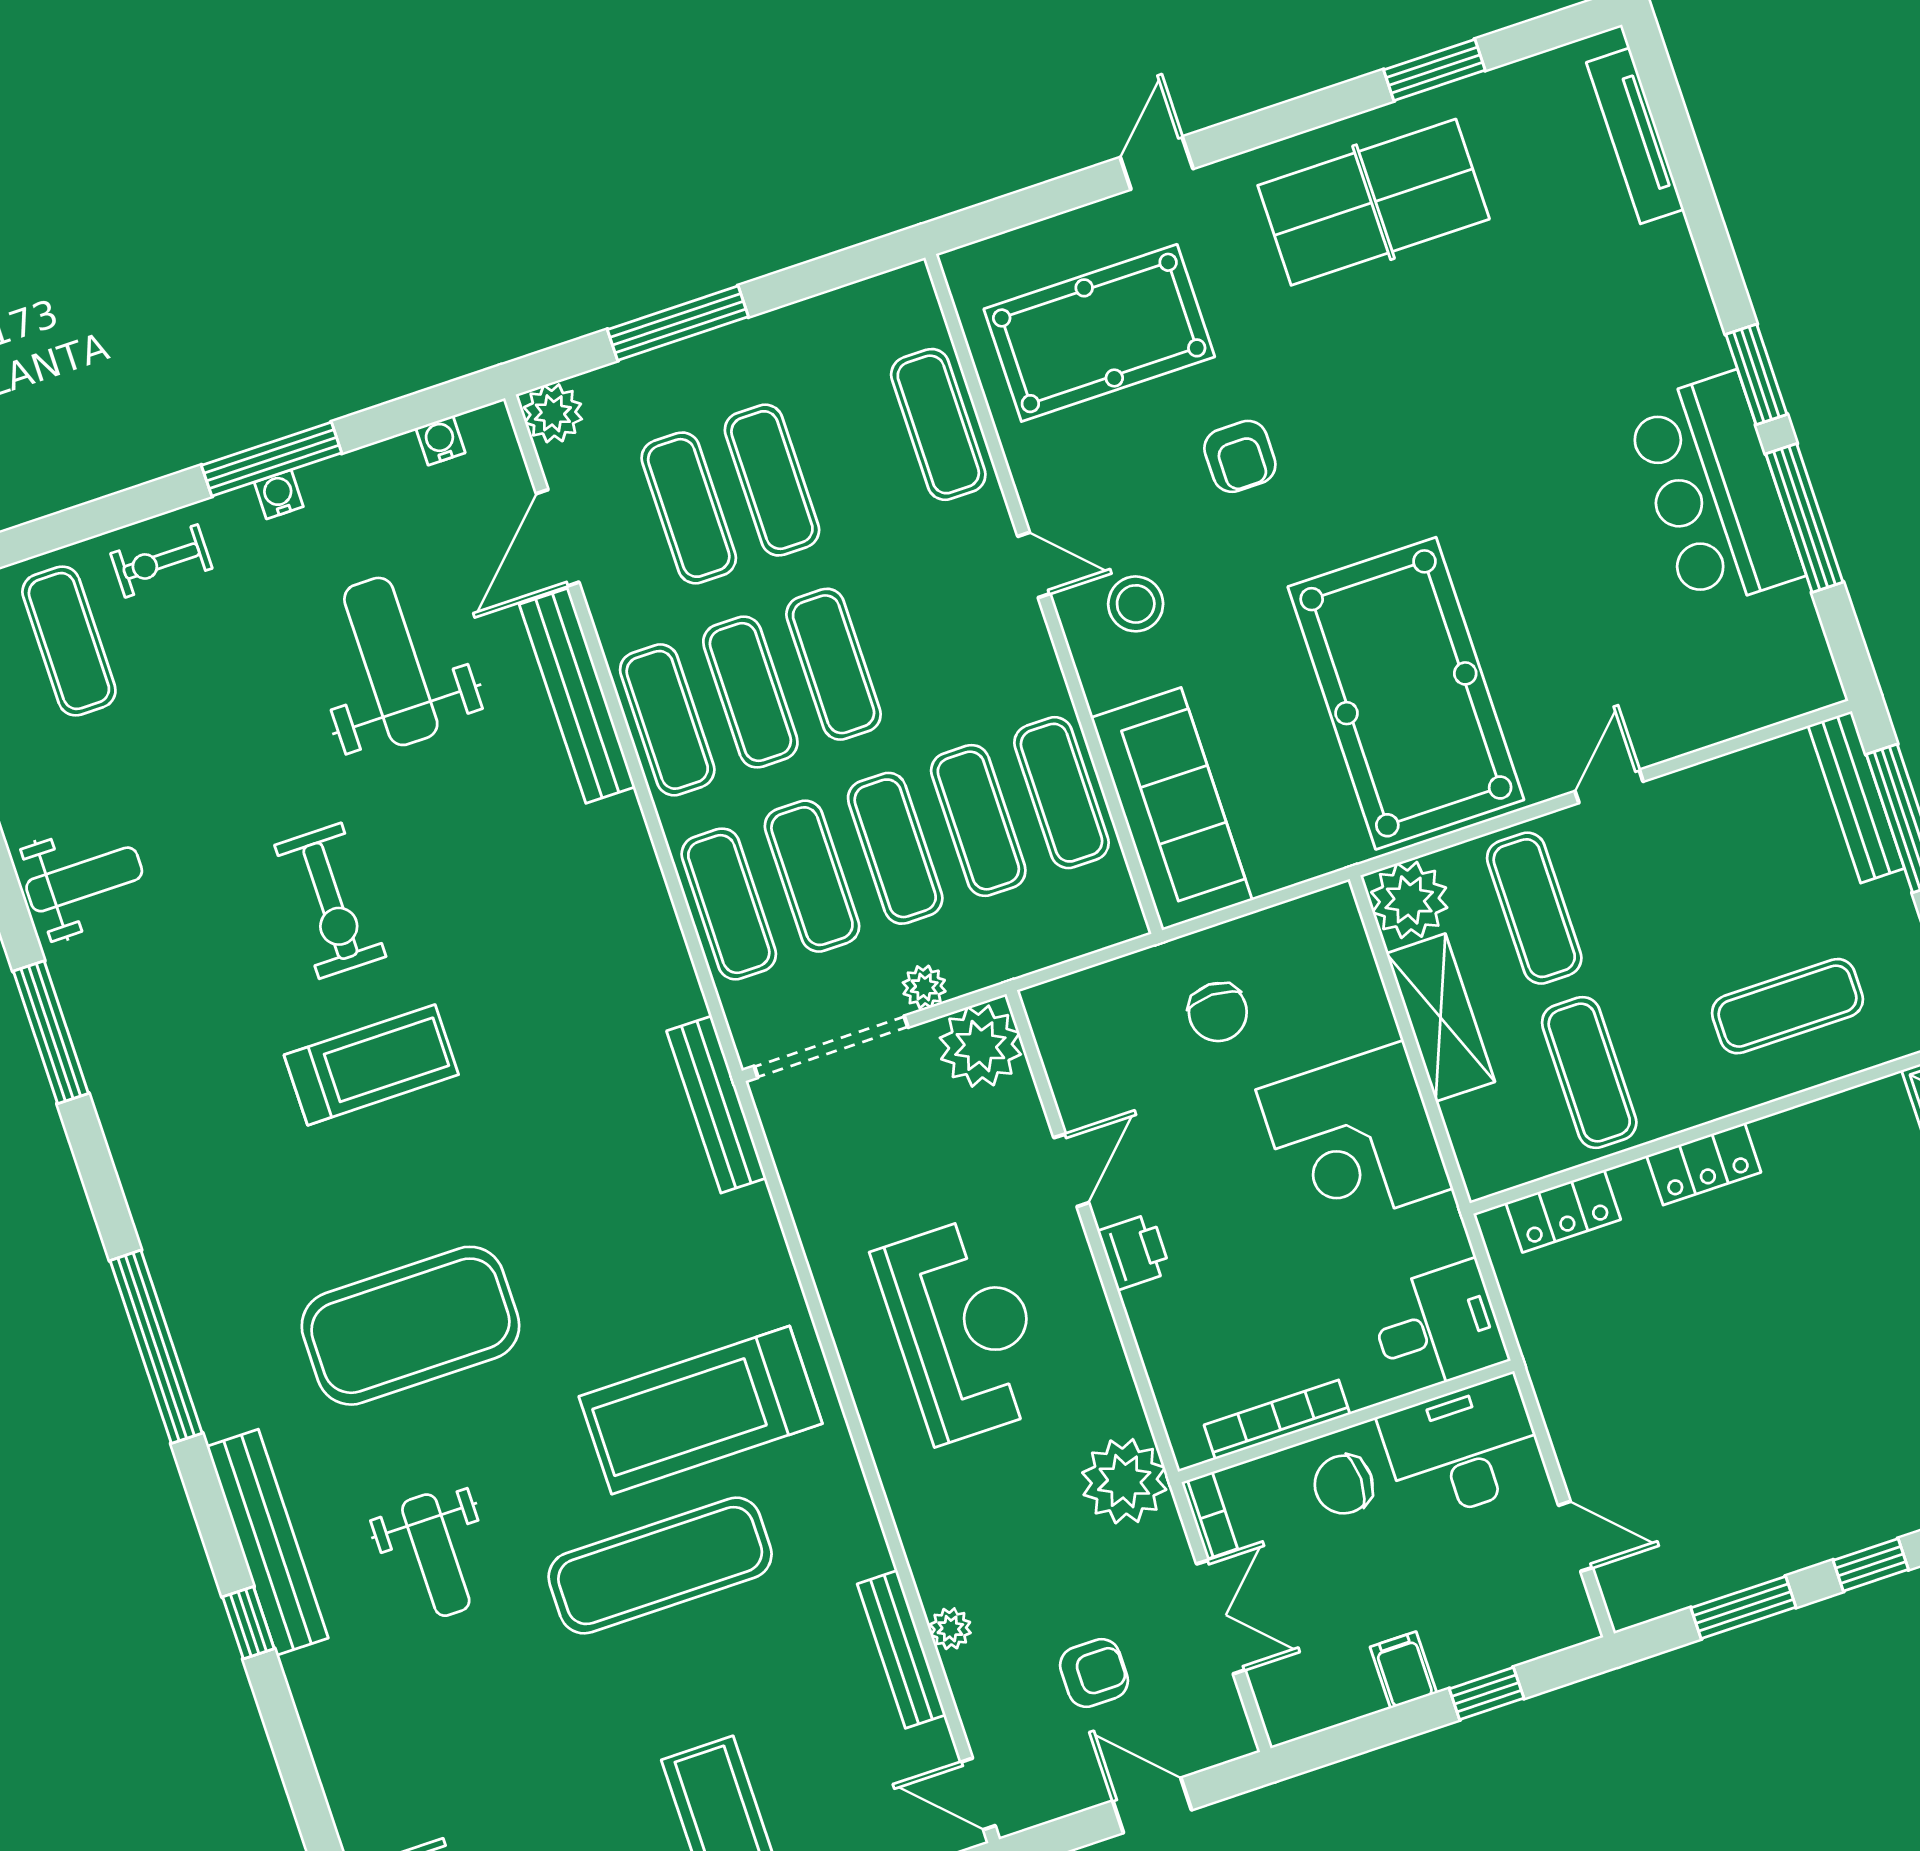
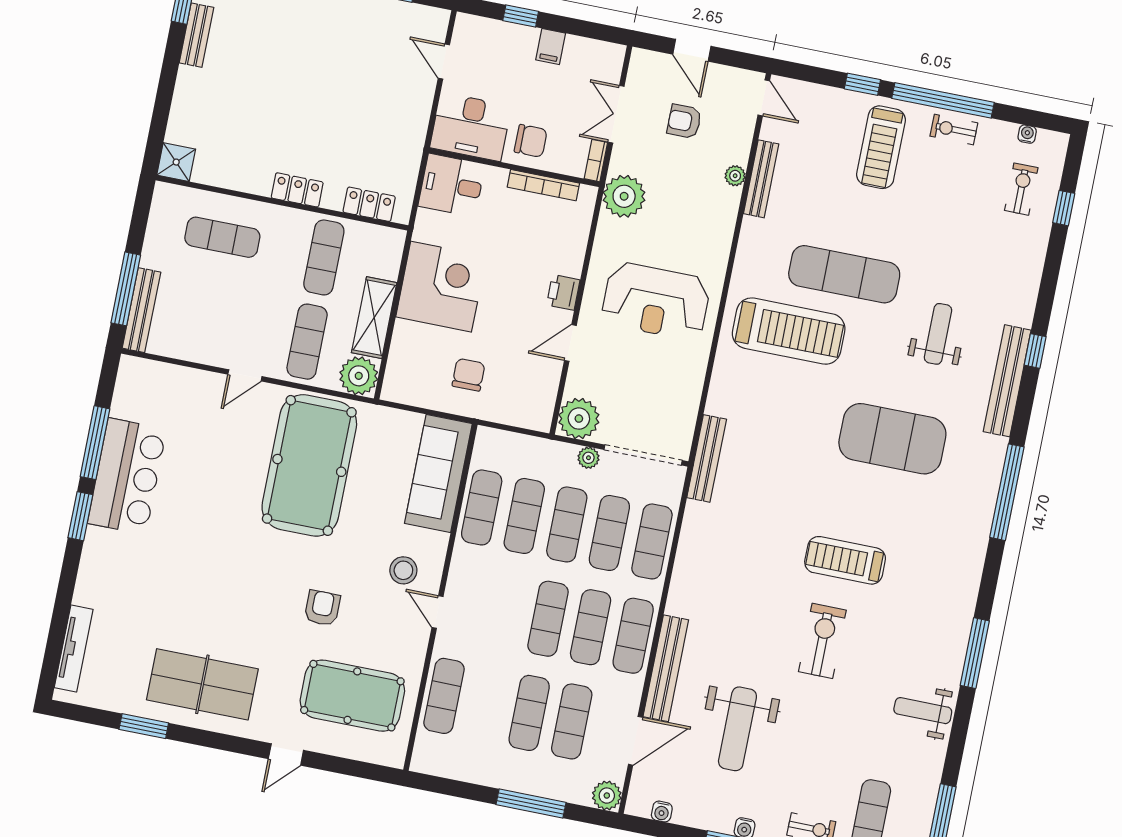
reception desk: (963, 1329) -> (656, 301), turned -90

